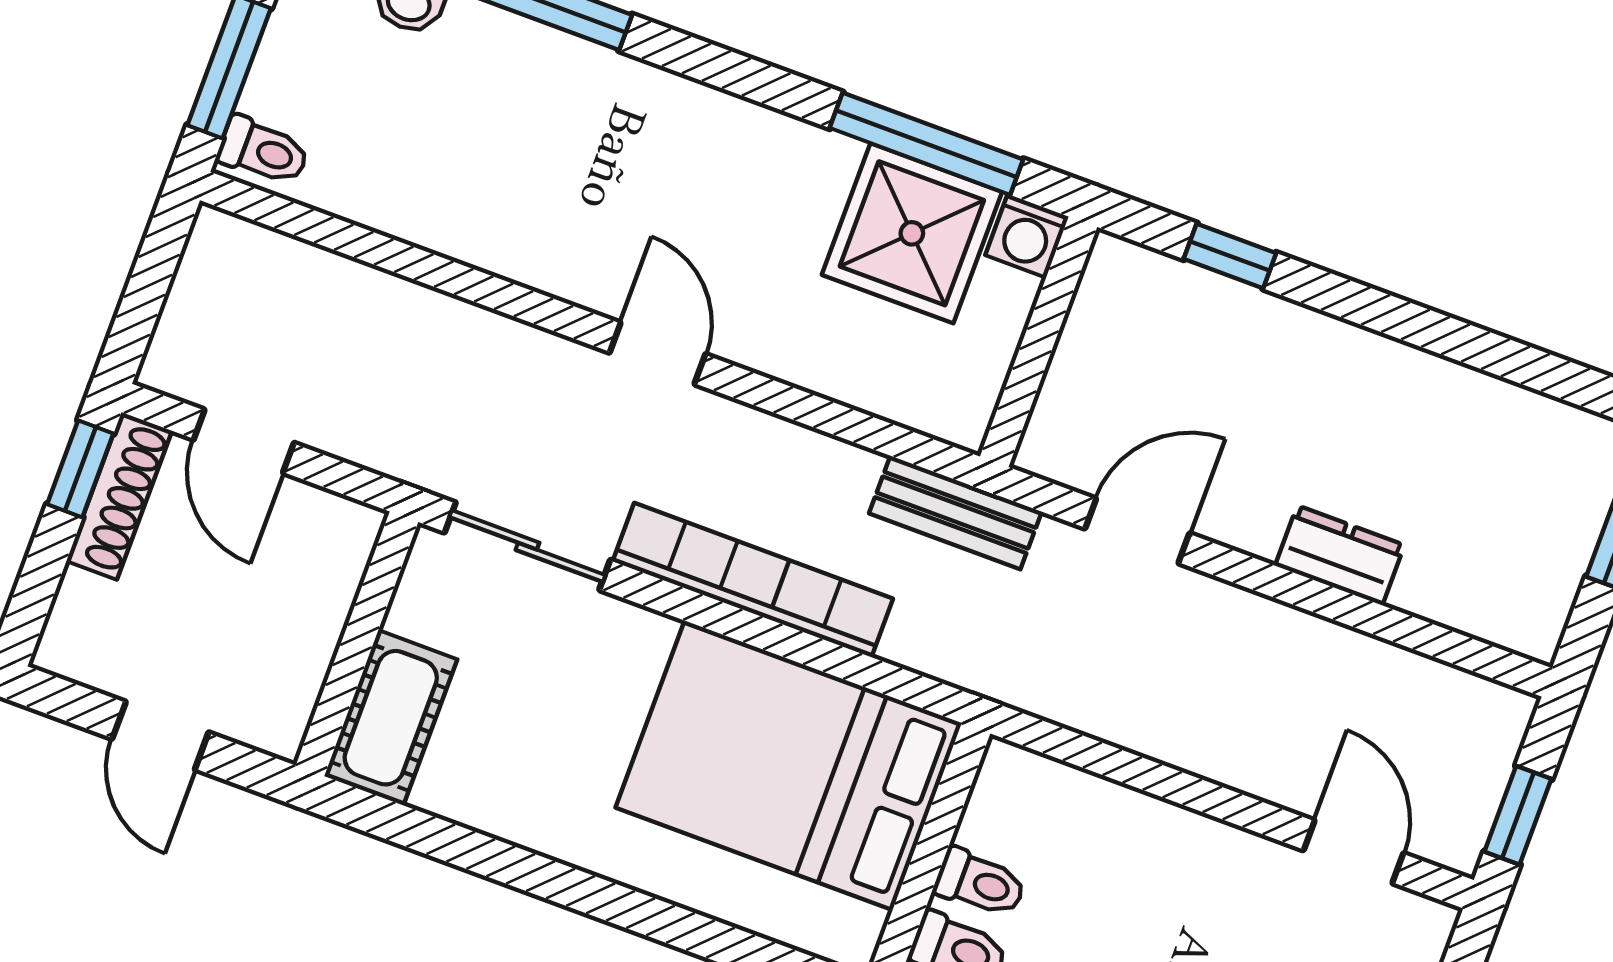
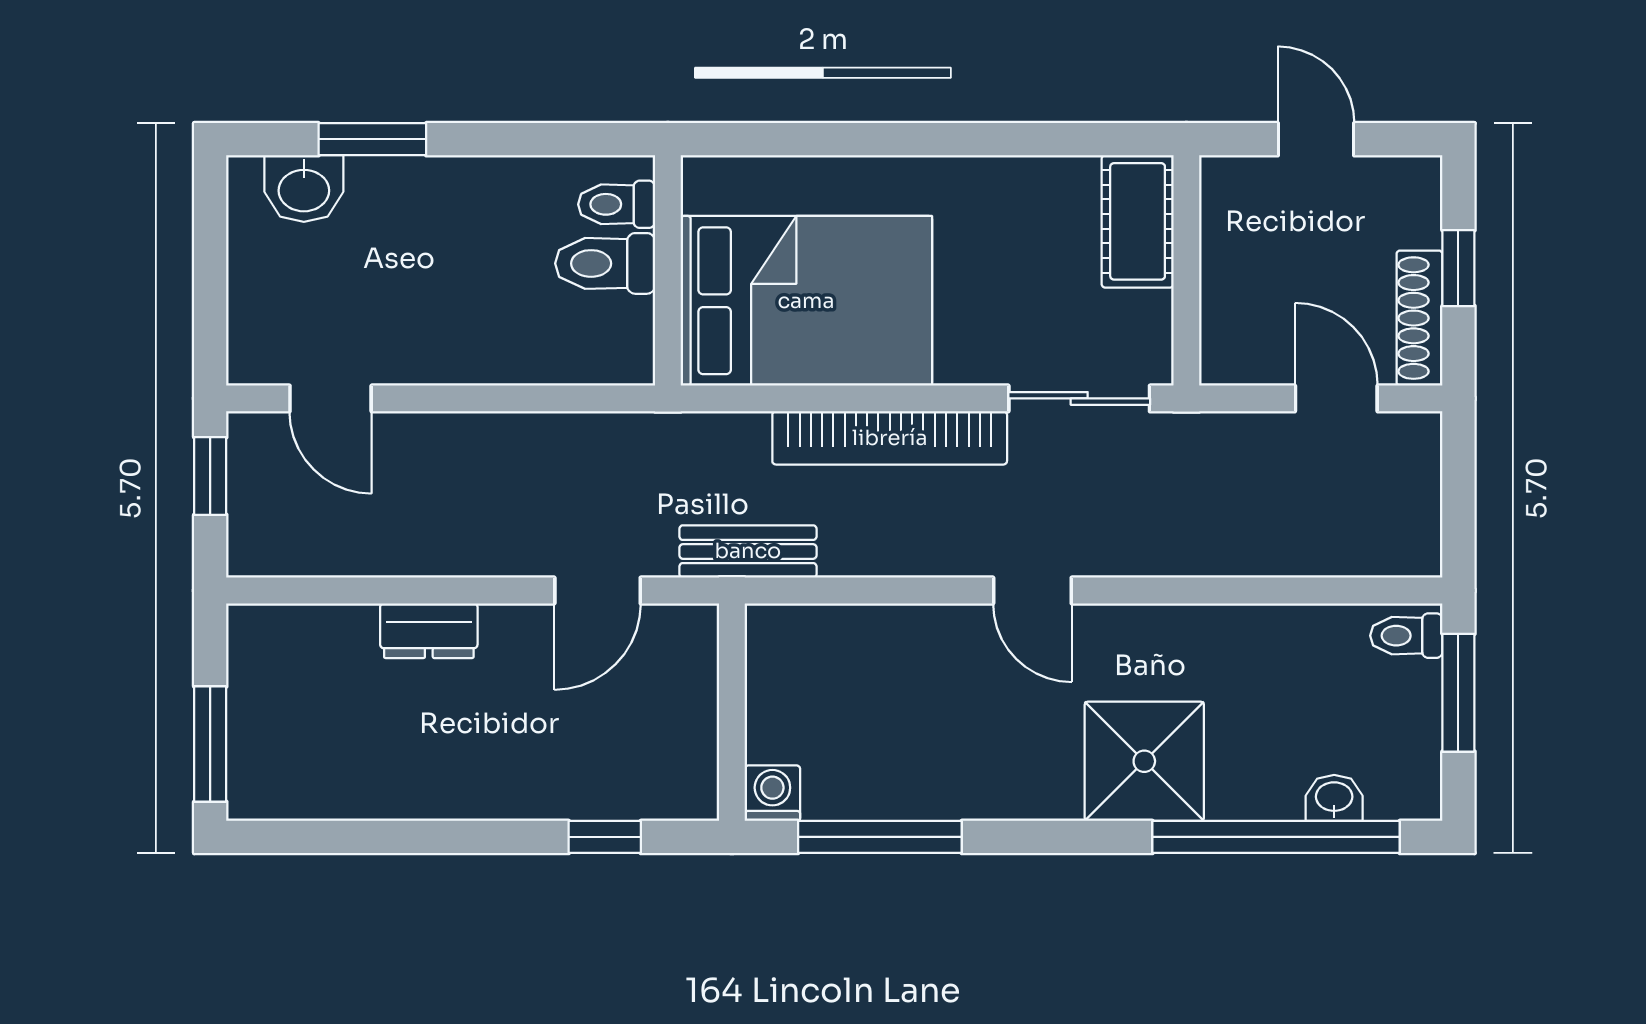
shower: (912, 233) -> (1144, 761), moved
window: (80, 469) -> (1458, 268), moved
toilet: (980, 883) -> (605, 263), width x1.37, depth x1.39

